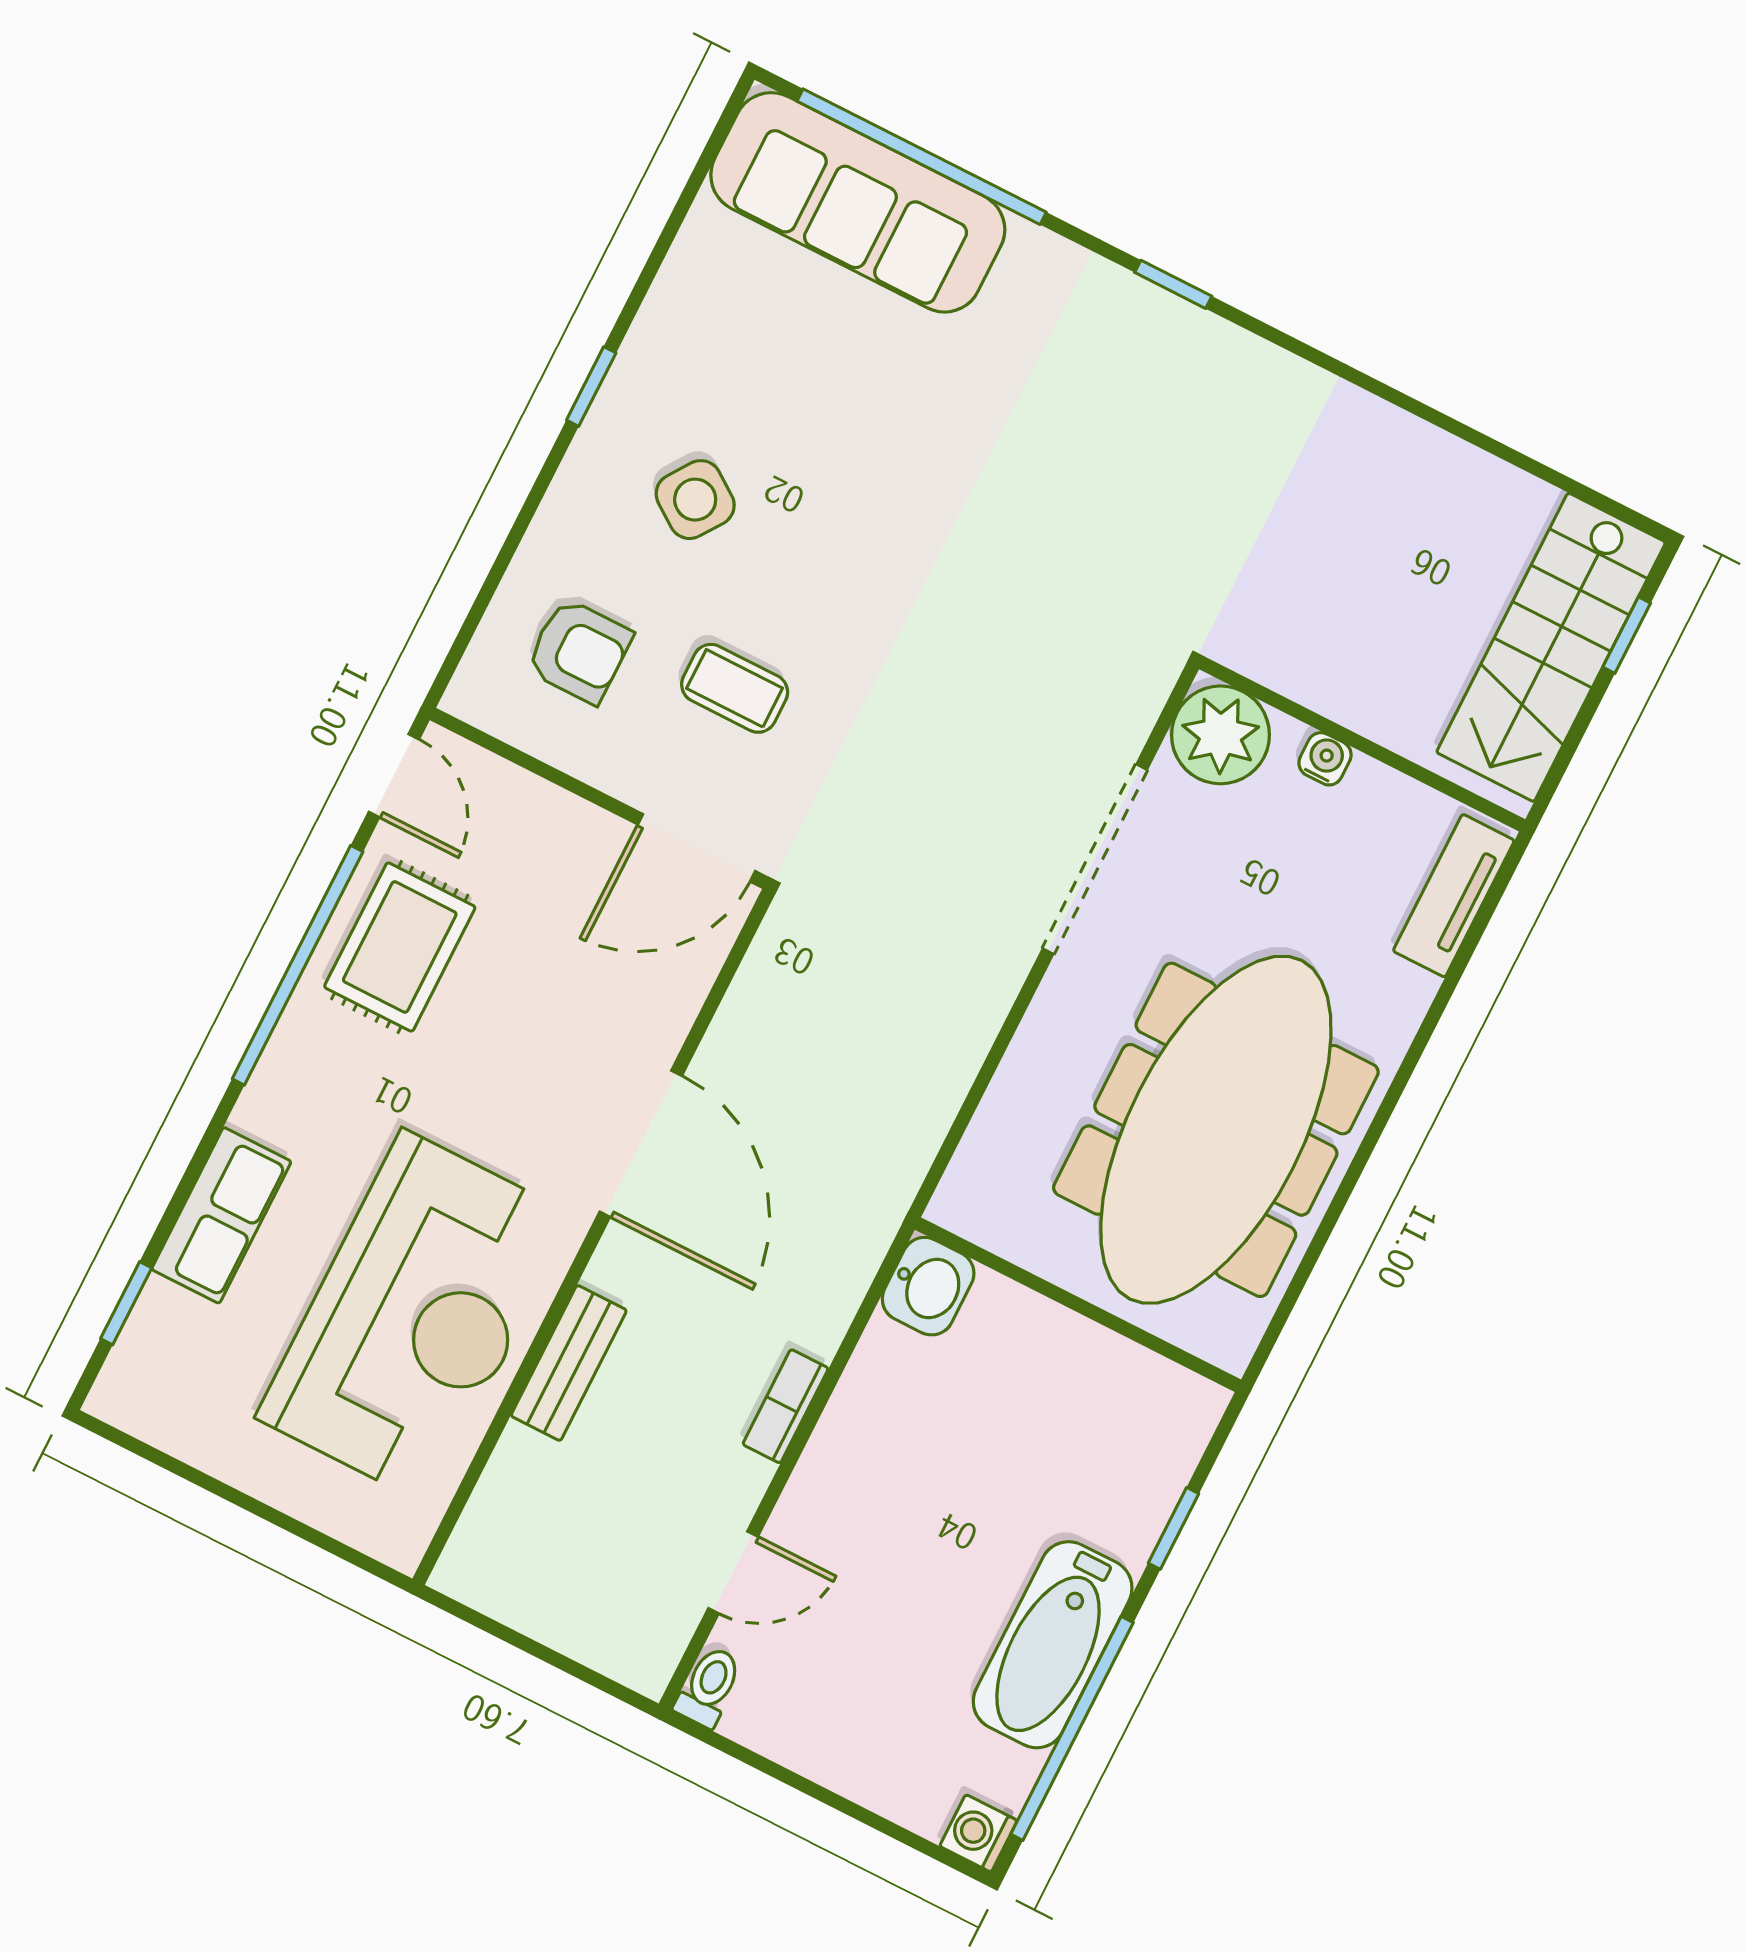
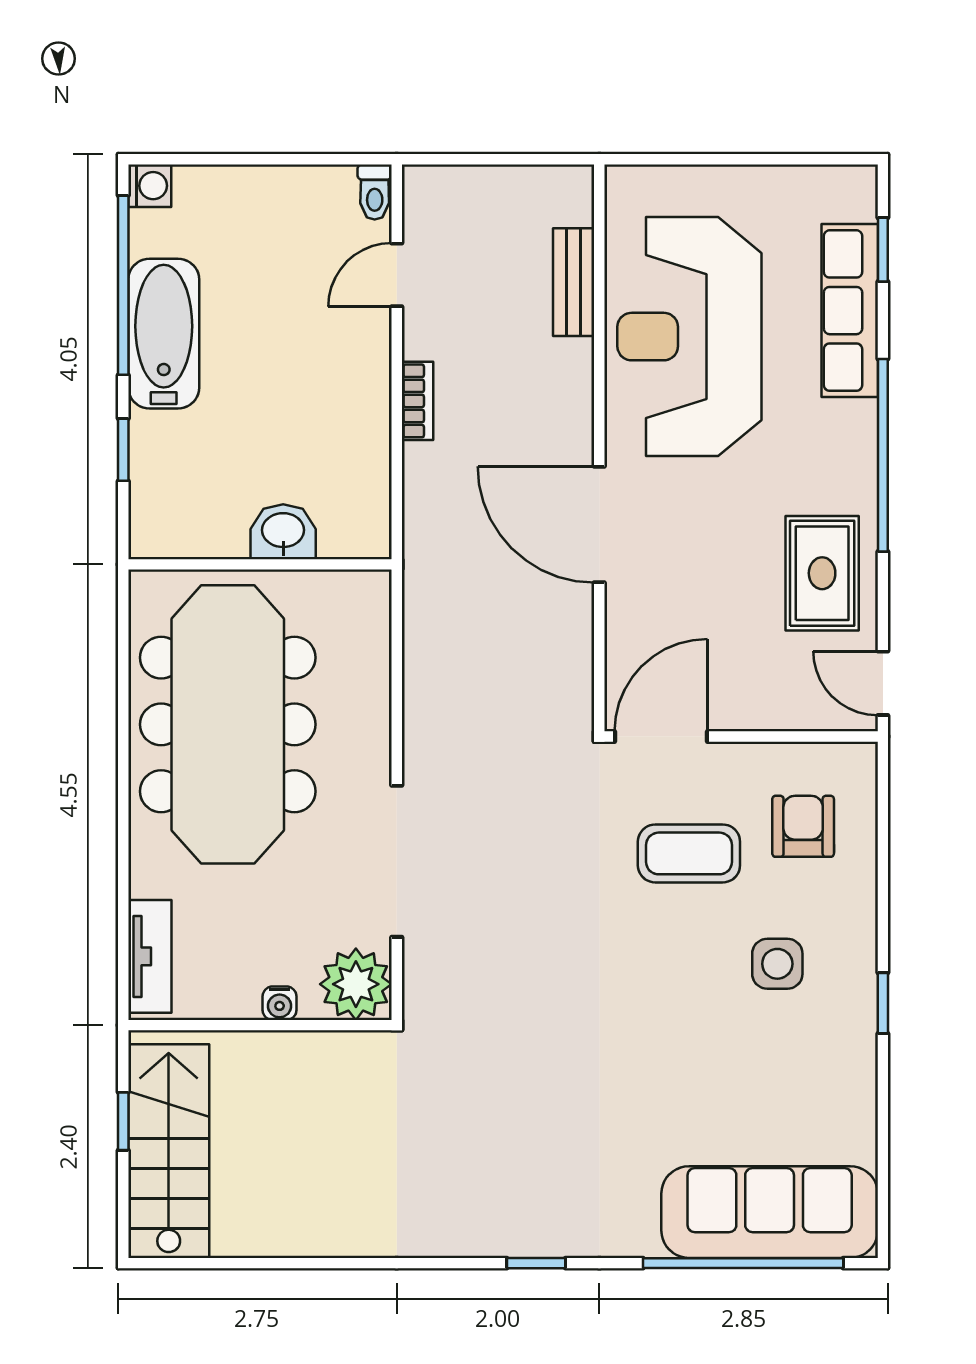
side table: (695, 500) -> (777, 964), turned -35
window: (1627, 635) -> (123, 1121), moved
armchair: (579, 651) -> (803, 826), turned 90
coffee table: (735, 688) -> (689, 853), width x1.36, depth x1.30
window: (298, 965) -> (883, 455), moved
row of seats: (221, 1215) -> (850, 311), width x1.48
washbasin: (928, 1286) -> (283, 532), moved, turned 90
bench: (569, 1363) -> (574, 282), moved

